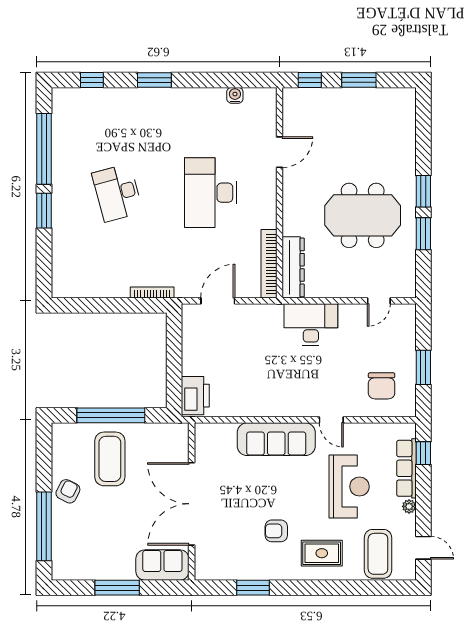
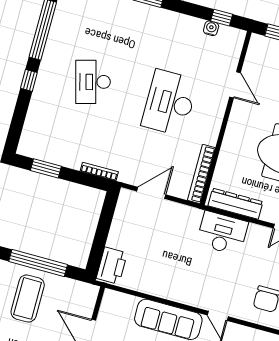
window: (244, 80) -> (222, 18), added
door: (280, 152) -> (235, 85), hinge flipped
window: (44, 211) -> (29, 80), width x0.67
dresser: (293, 267) -> (235, 204), moved, turned -90
window: (90, 305) -> (46, 168), added

